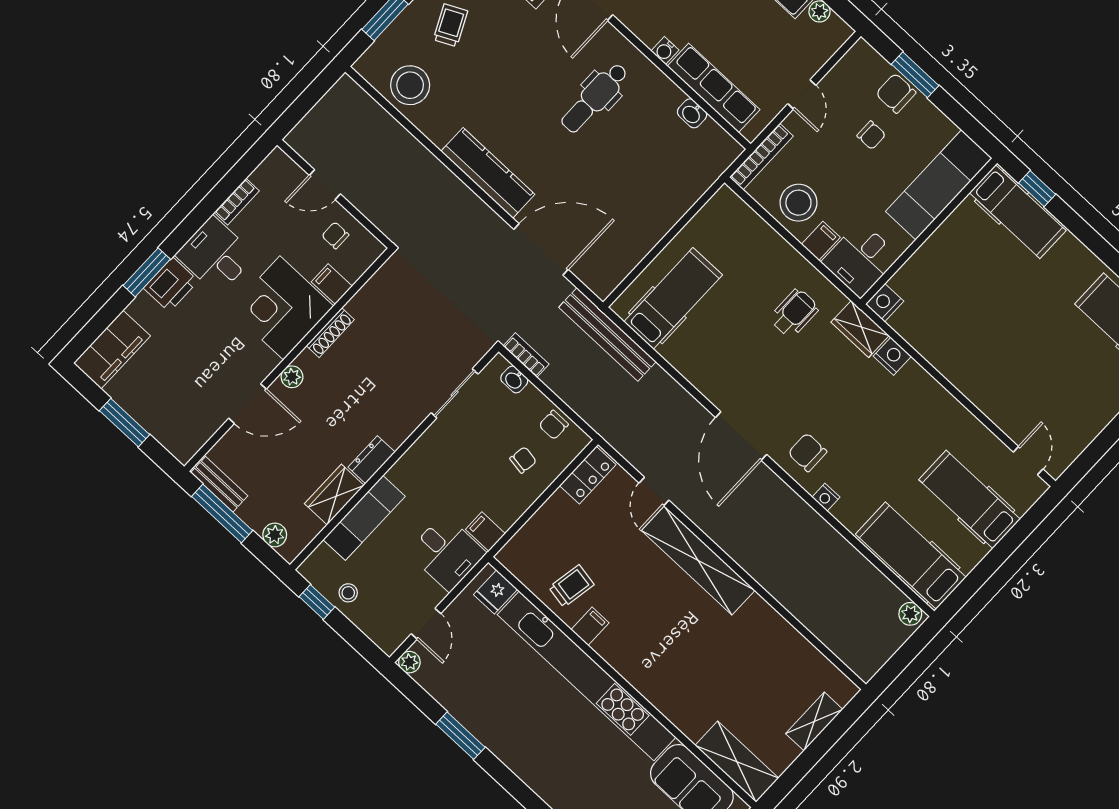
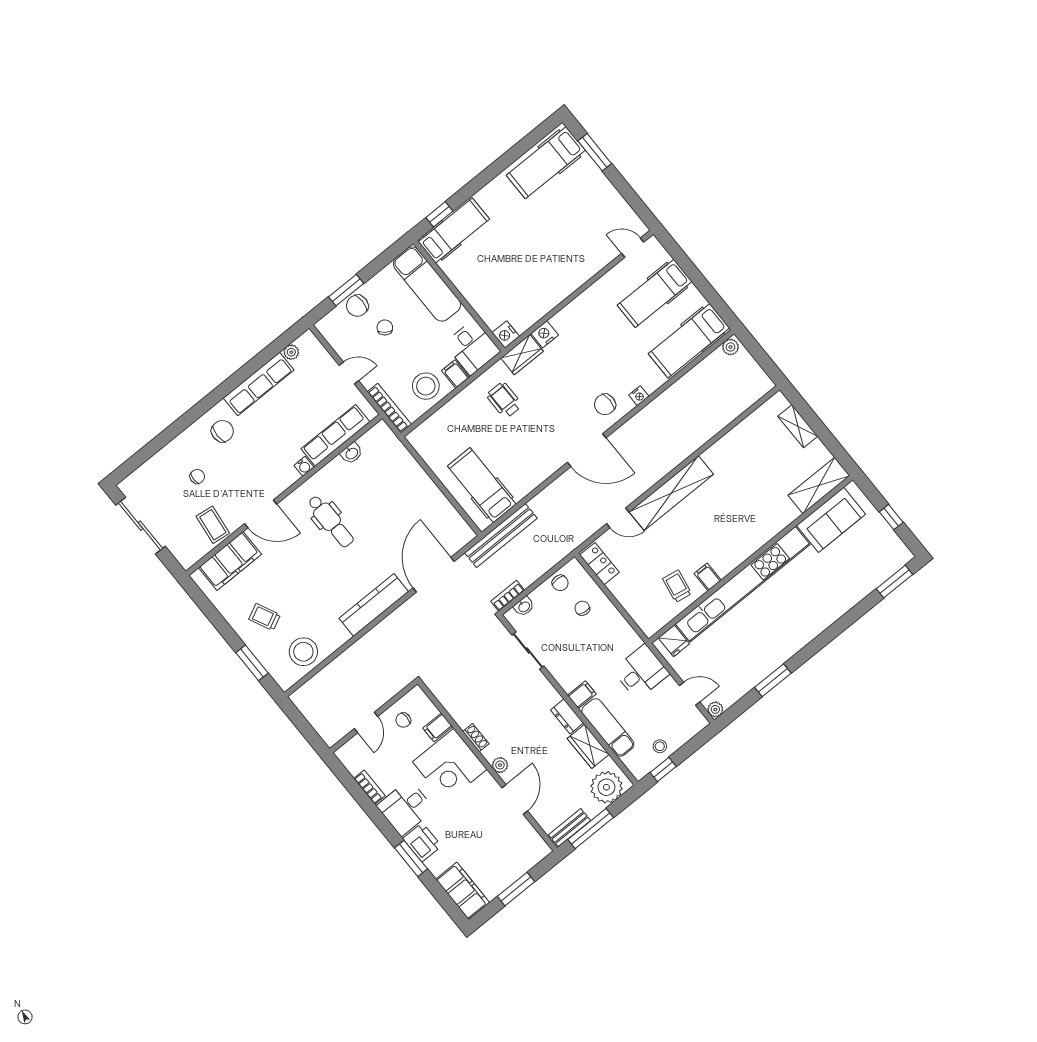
chair: (871, 135) -> (385, 327), turned -54
shoe rack: (330, 333) -> (476, 738), width x0.70
filing cabinet: (485, 531) -> (582, 695), moved, turned 180
plant: (275, 535) -> (606, 787), width x1.88, depth x1.88

